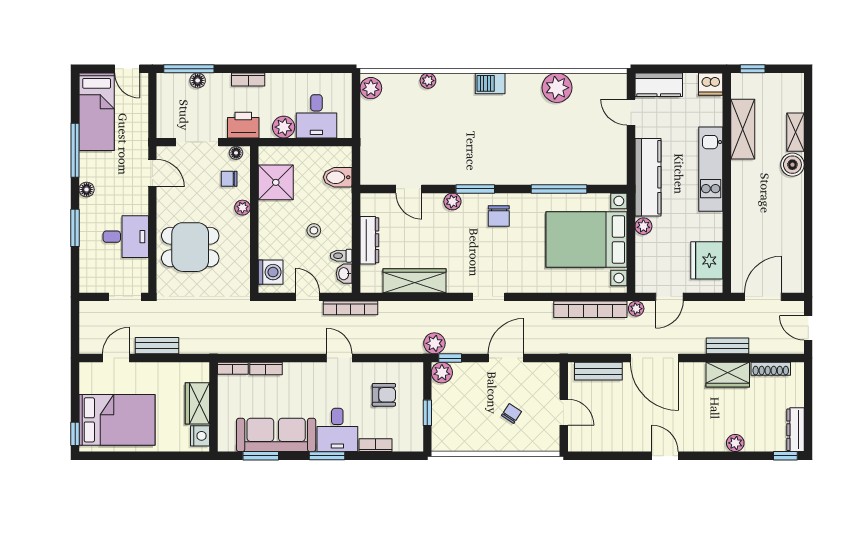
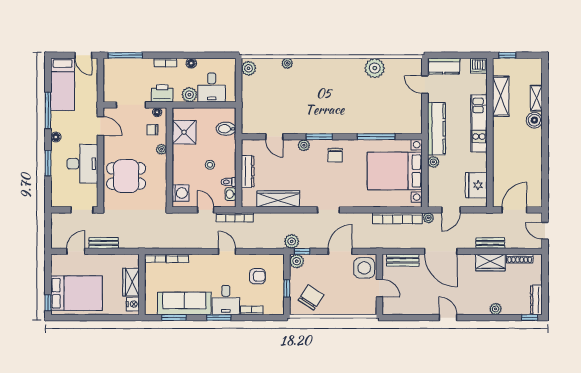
floor lamp: (198, 80) -> (191, 63), moved
barbecue: (490, 83) -> (329, 65), removed
desk: (126, 237) -> (82, 164), width x1.37
side table: (541, 383) -> (364, 268), added
chair: (512, 413) -> (311, 297), moved, width x1.87, depth x1.87

